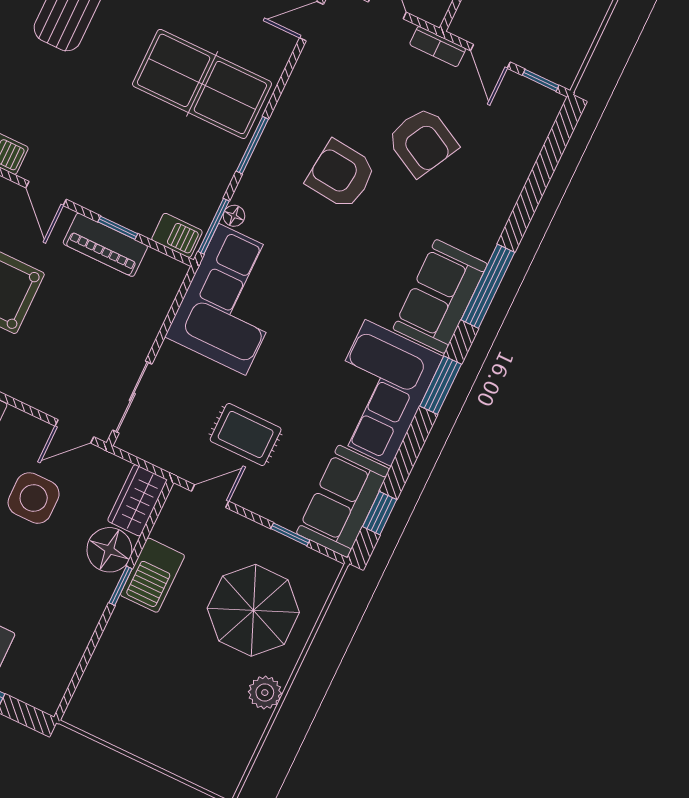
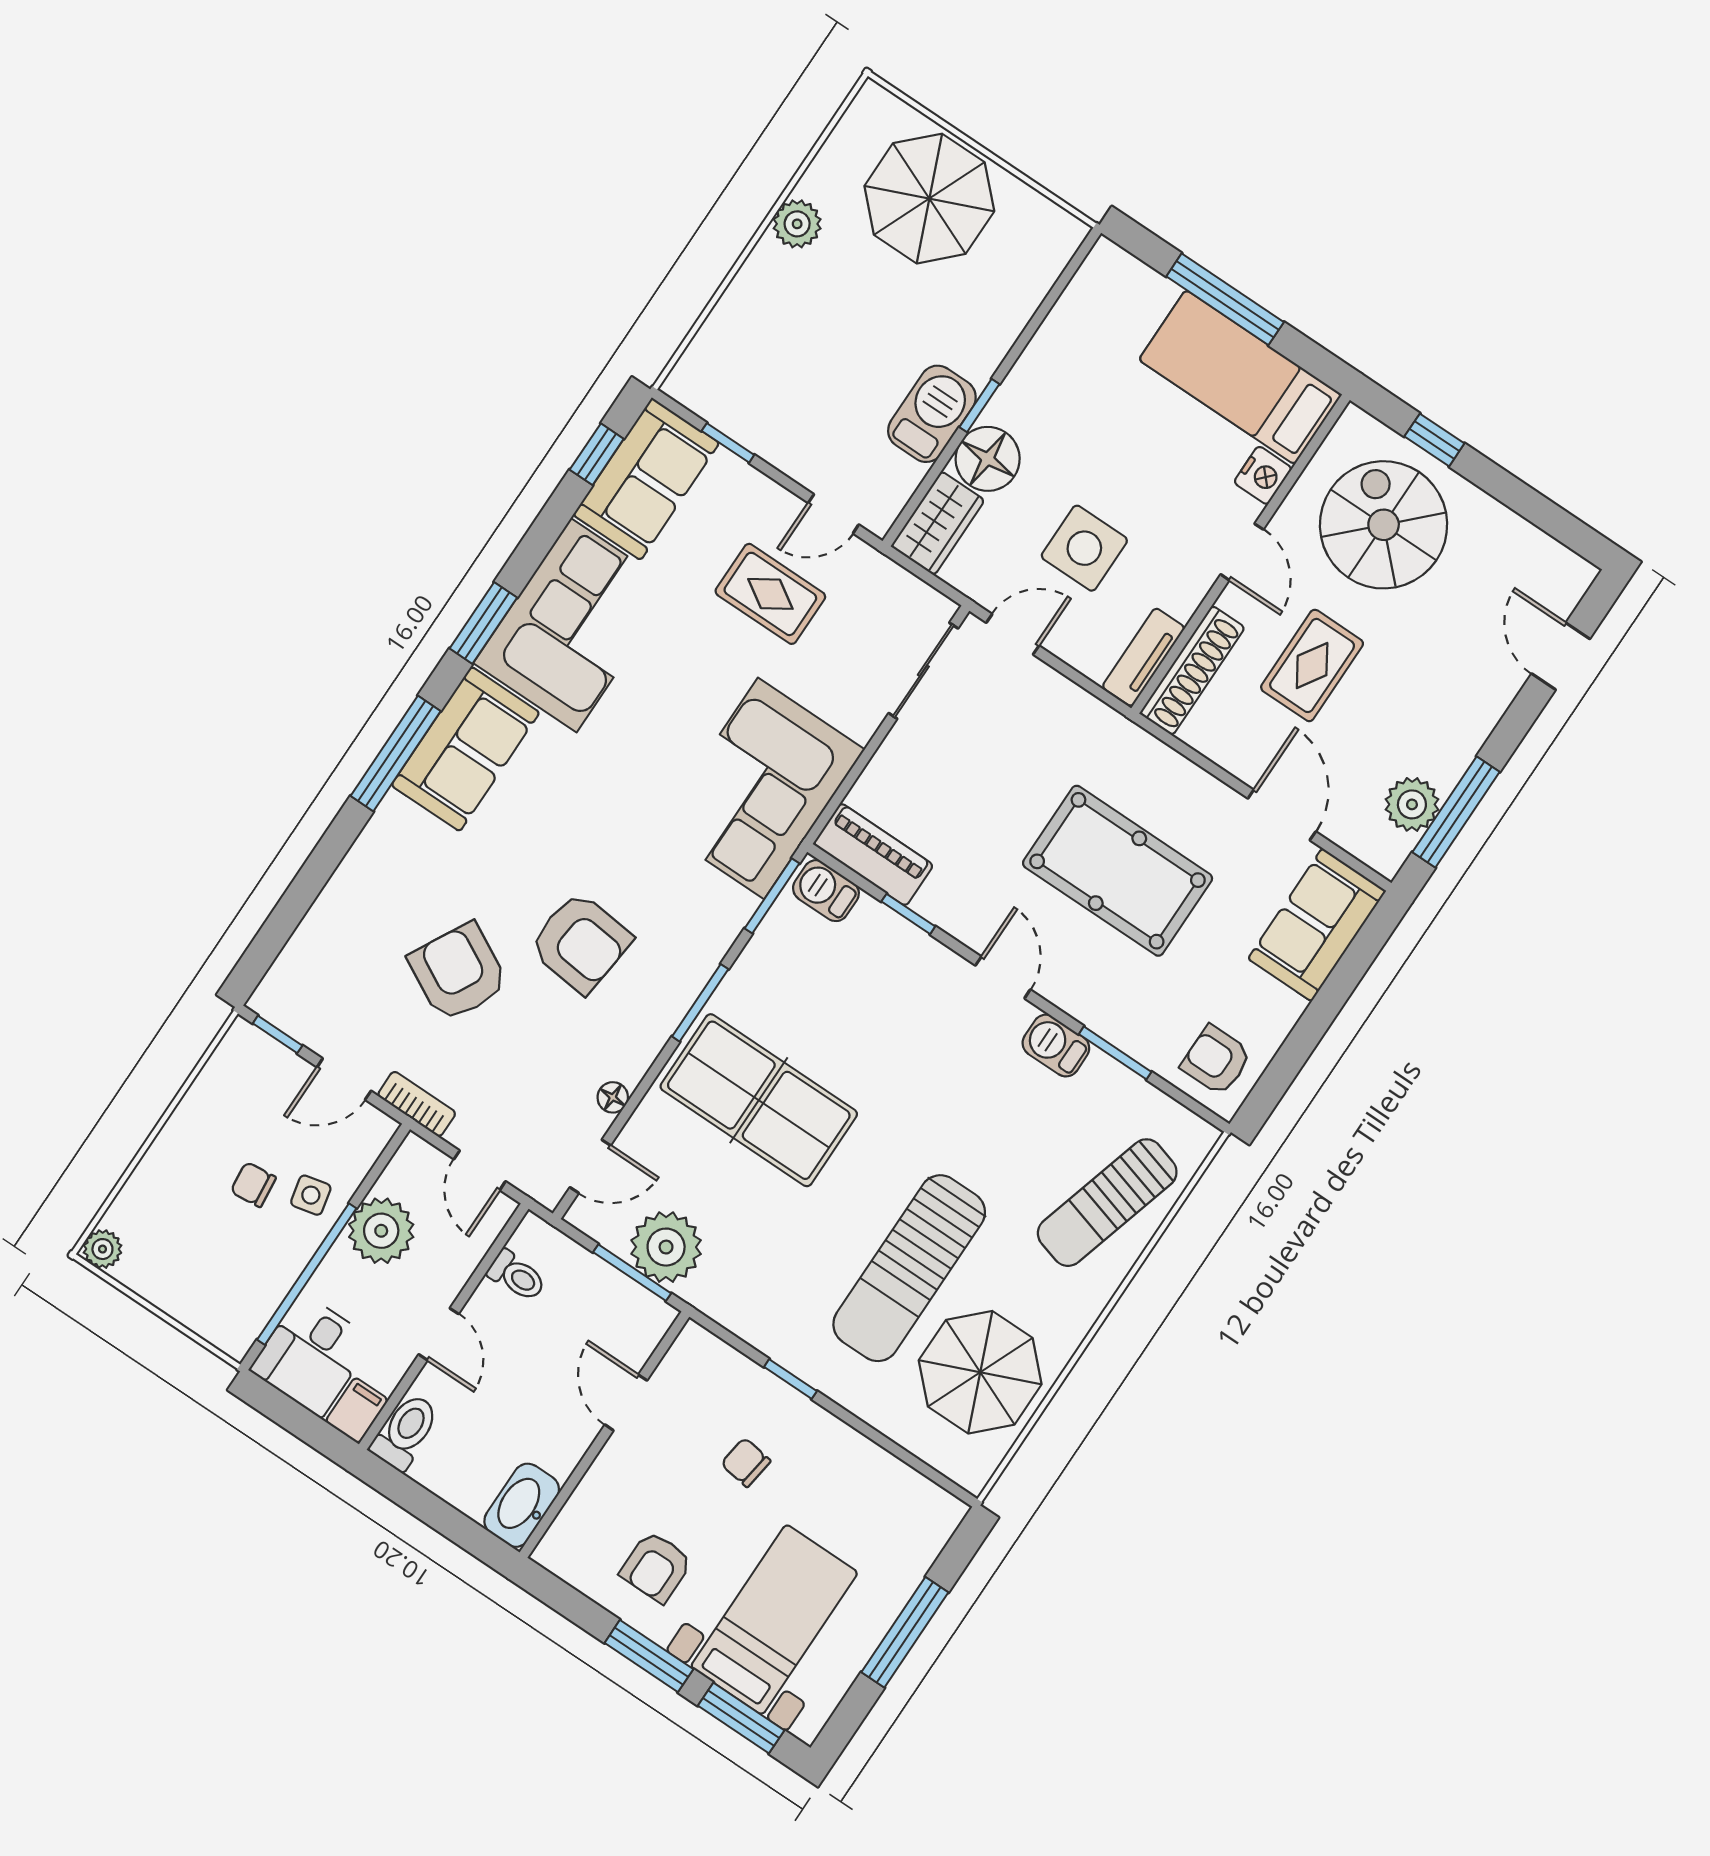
door: (490, 56) -> (344, 1079), swing flipped
floor lamp: (234, 216) -> (613, 1097), moved
piano: (105, 245) -> (873, 855), moved
parasol: (253, 610) -> (929, 199), moved

